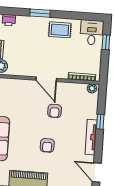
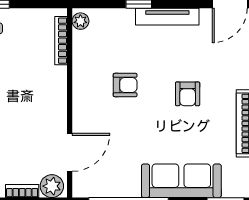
door: (46, 79) -> (70, 152), moved
armchair: (47, 145) -> (188, 94), turned 90

